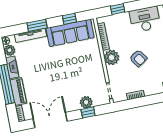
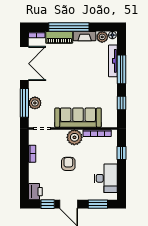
window: (37, 25) -> (122, 69), width x1.44
sofa: (70, 33) -> (78, 118), moved, turned 90
armchair: (138, 58) -> (68, 164), turned 124
window: (88, 112) -> (24, 103), width x2.17

